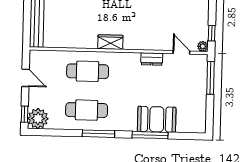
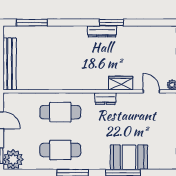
wardrobe: (110, 42) -> (121, 83), moved
dresser: (152, 59) -> (105, 99), moved

